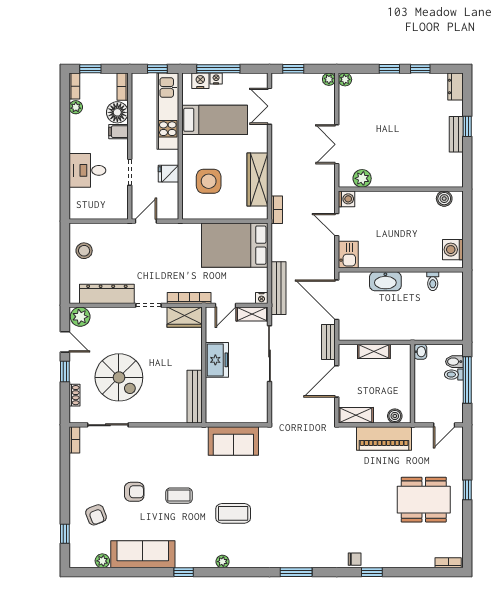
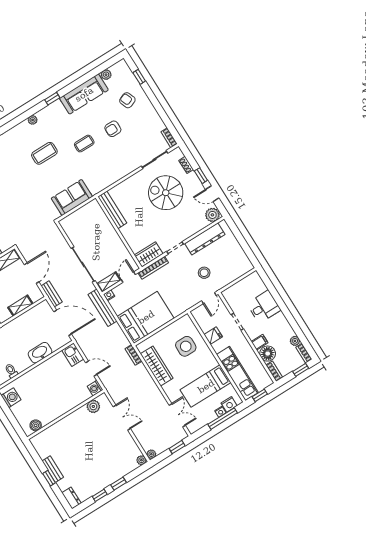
stool: (84, 251) -> (204, 273), moved
freezer: (217, 360) -> (113, 241), removed

